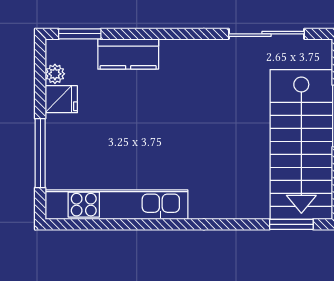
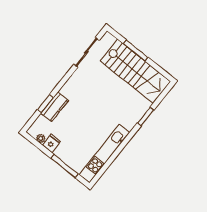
window: (80, 34) -> (45, 104), moved
window: (291, 224) -> (146, 116), moved

